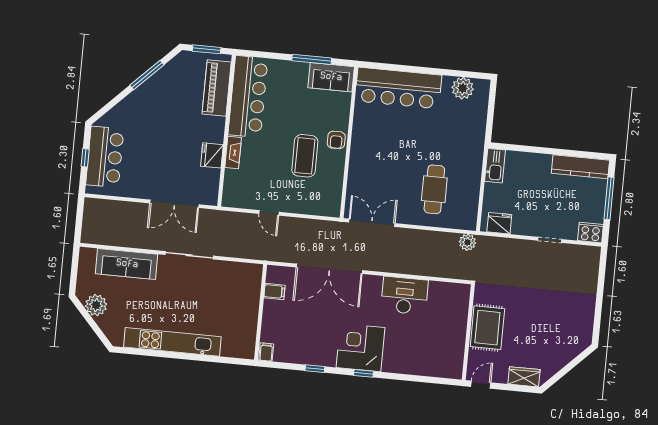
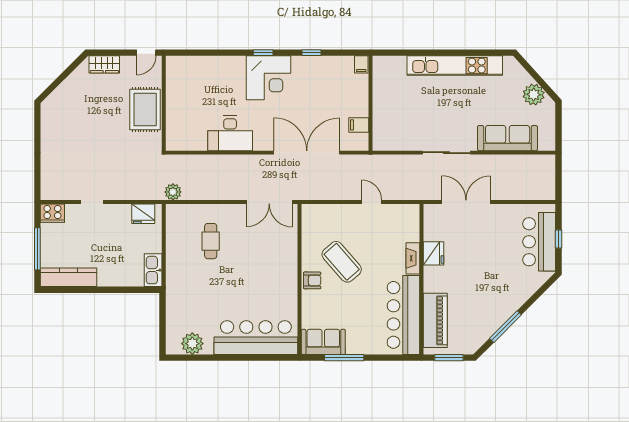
armchair: (336, 140) -> (312, 280), turned 90
coffee table: (305, 156) -> (342, 262), turned -41
cafe table: (434, 189) -> (211, 241), width x0.73, depth x0.74

